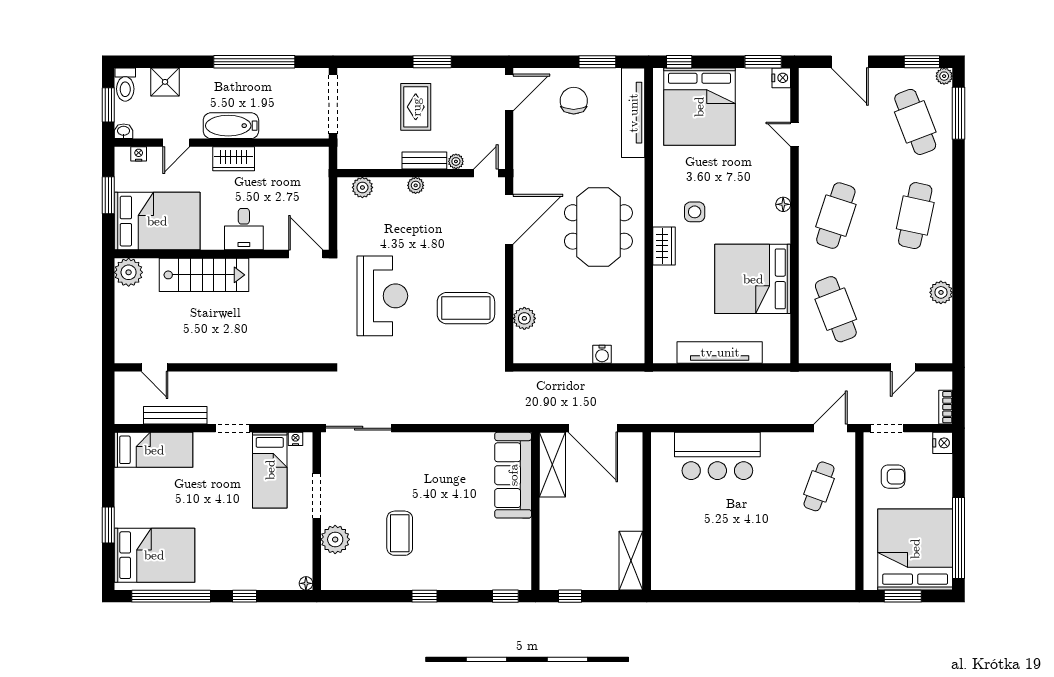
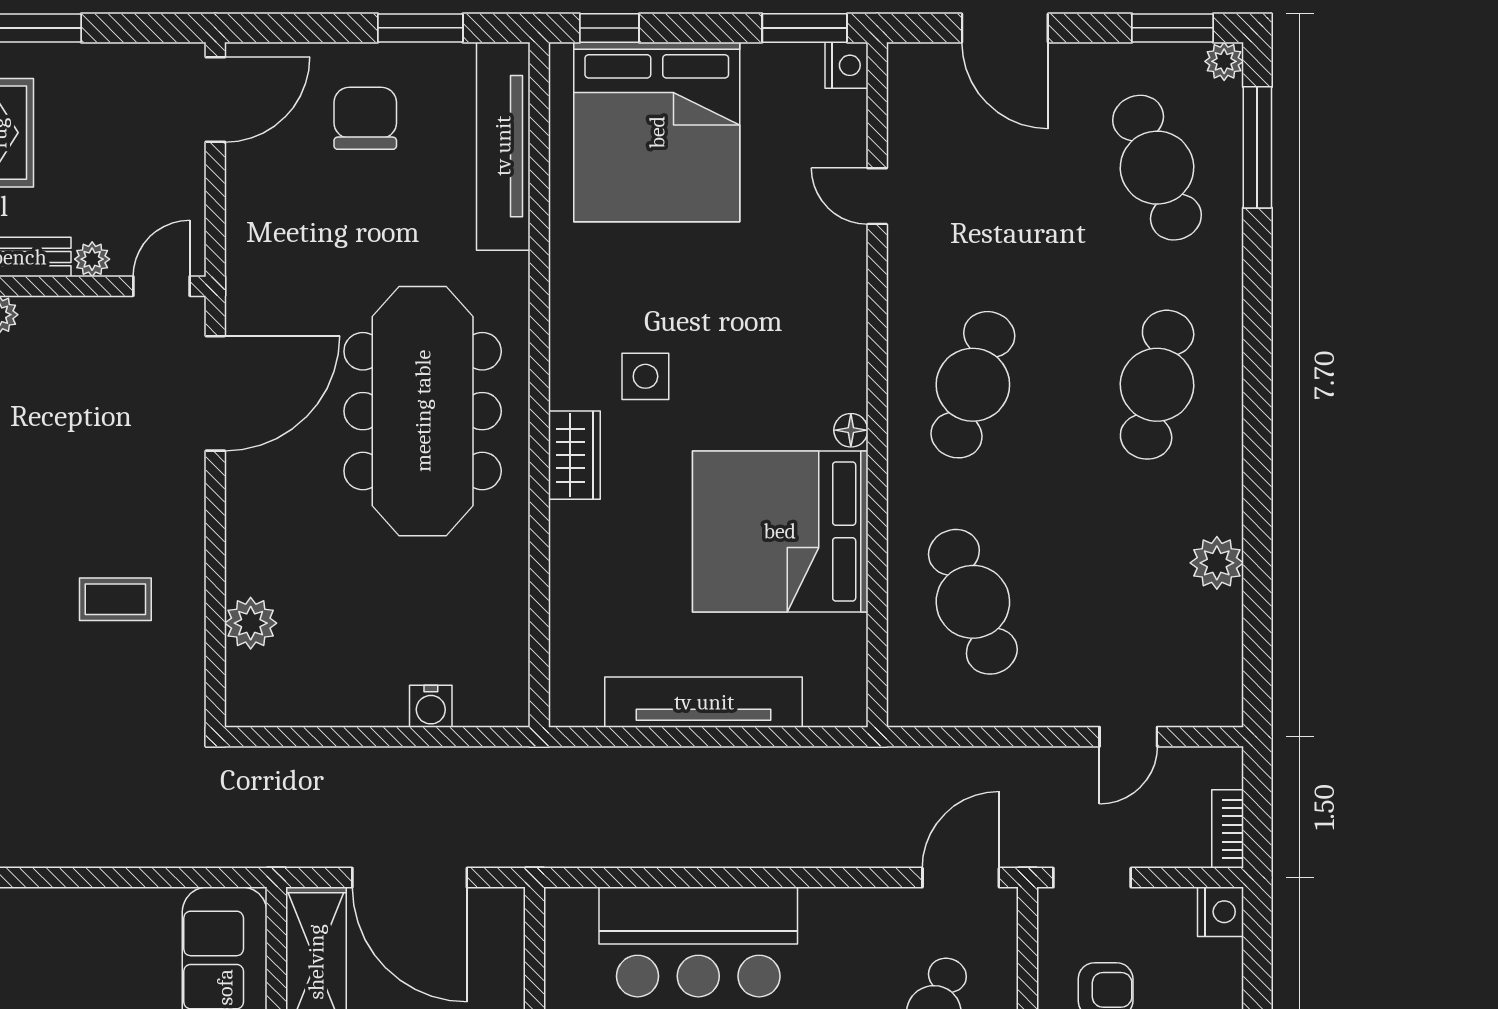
floor lamp: (783, 204) -> (851, 430), moved
meeting table: (598, 227) -> (423, 411), width x1.36
coffee table: (466, 308) -> (115, 599), width x0.54, depth x0.58

